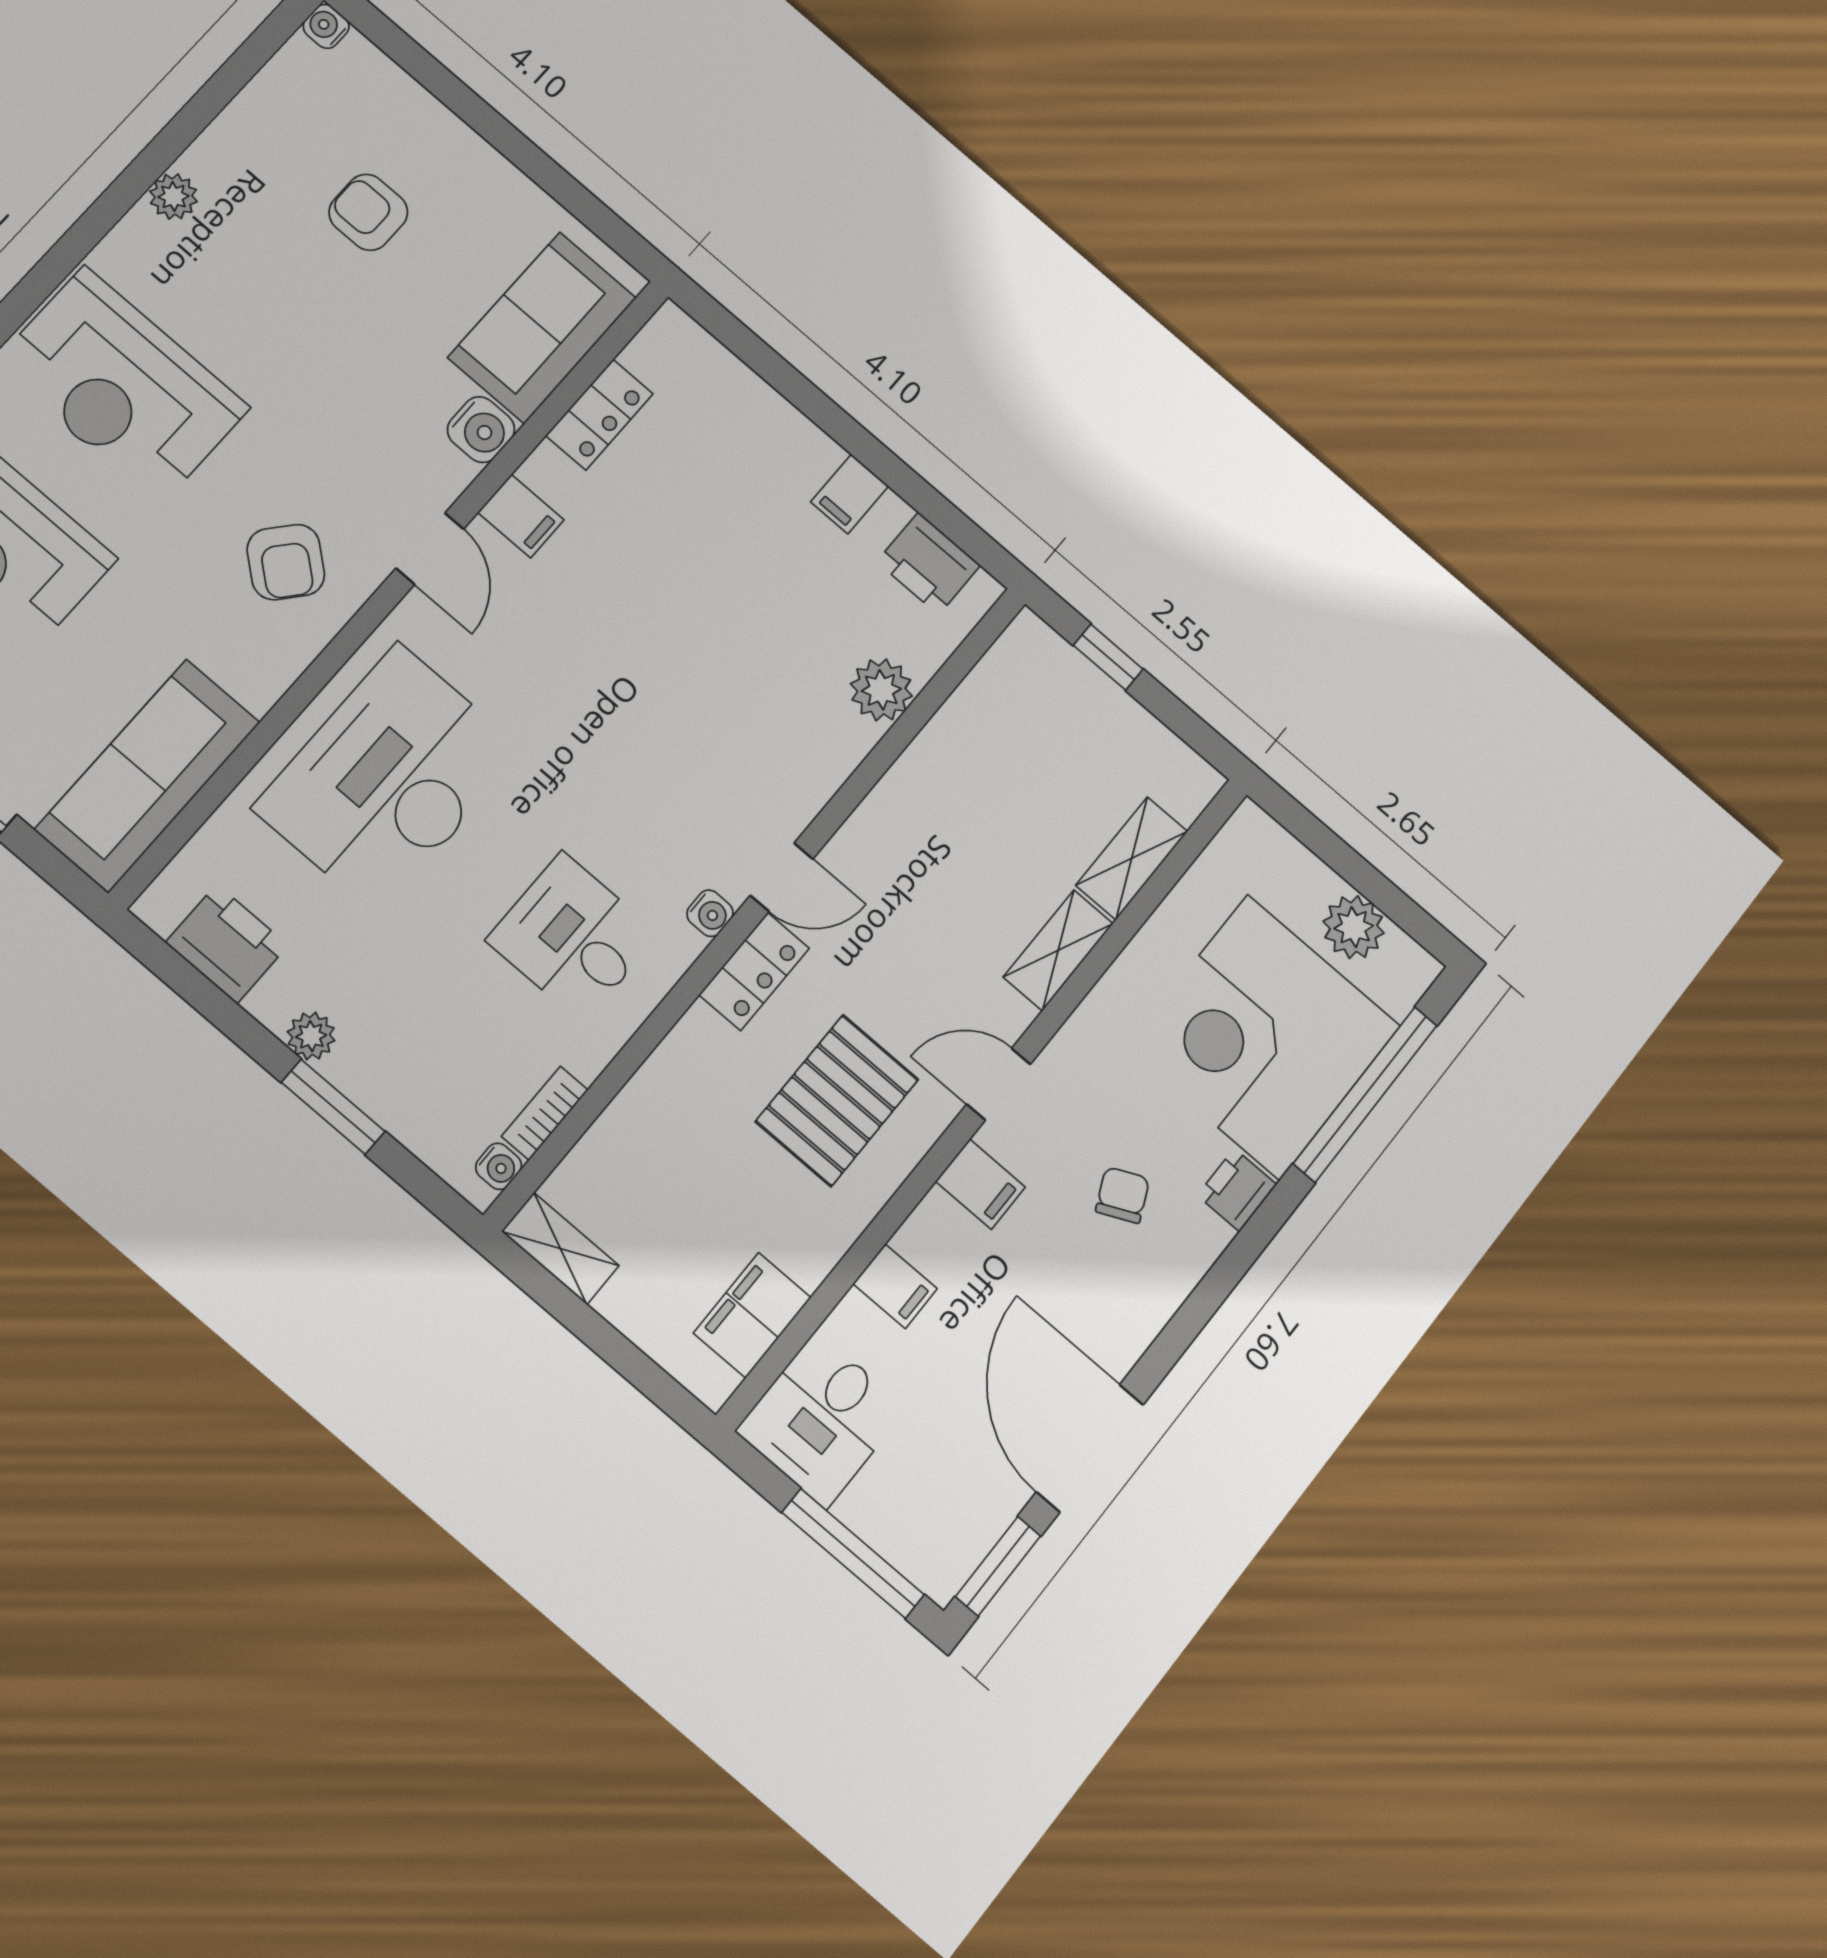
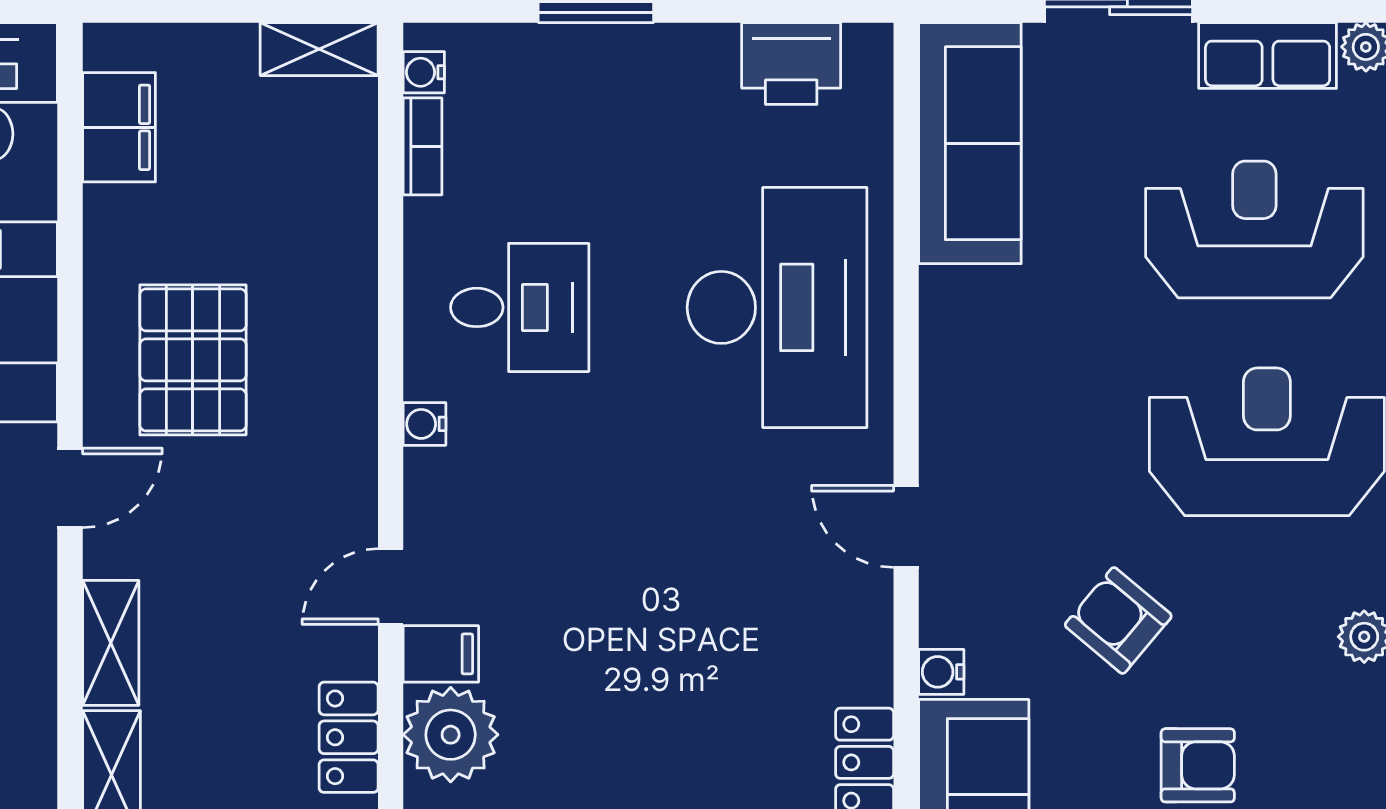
water cooler: (481, 430) -> (941, 672), width x0.72, depth x0.72
filing cabinet: (521, 516) -> (441, 654), moved, turned 180
armchair: (286, 562) -> (1118, 620), moved
plant: (881, 690) -> (451, 735), width x1.36, depth x1.36
door: (782, 877) -> (391, 587), moved
locker: (754, 971) -> (349, 737), moved
plant: (311, 1036) -> (661, 48), removed

